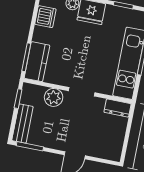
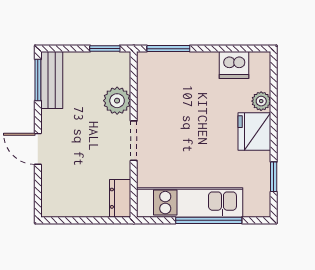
kitchen counter: (37, 62) -> (165, 66), removed
bench: (22, 124) -> (52, 80), moved, turned 90

